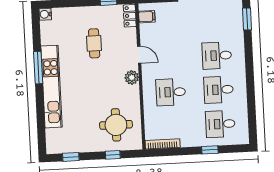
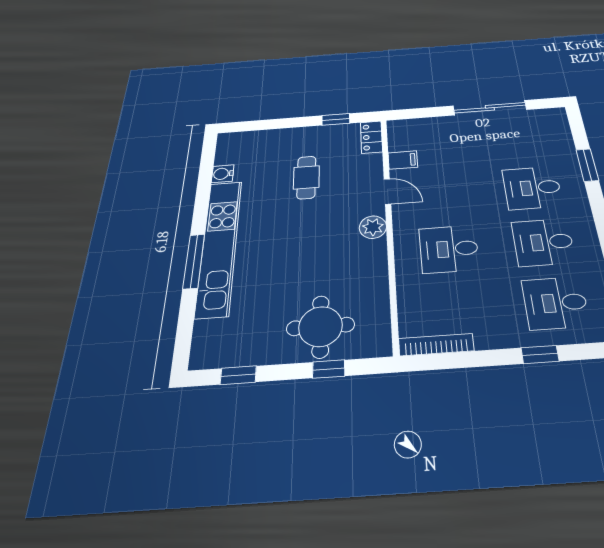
water cooler: (45, 14) -> (223, 174), moved
filing cabinet: (147, 17) -> (403, 160), moved
window: (247, 19) -> (587, 165), moved
window: (38, 68) -> (194, 261), moved
round table: (116, 125) -> (320, 326), moved

